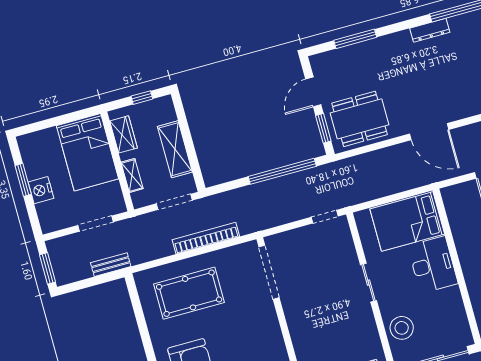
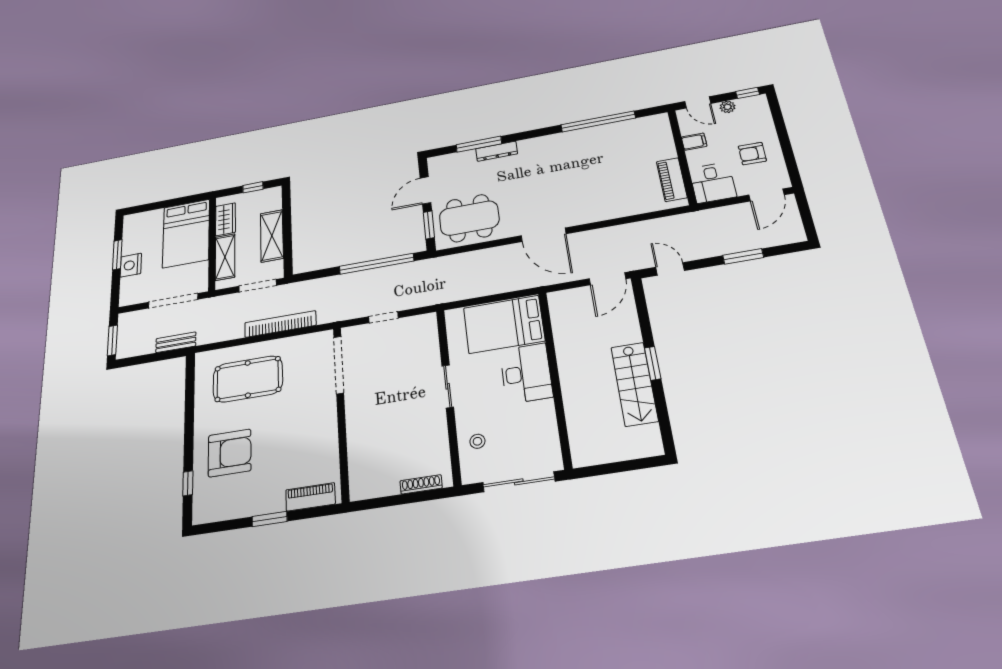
dresser: (430, 30) -> (497, 151), moved
shelving: (132, 175) -> (225, 257), width x1.50, depth x1.33
doorway: (325, 217) -> (383, 317), moved
doorway: (95, 224) -> (173, 301), width x1.36
stool: (402, 328) -> (477, 441), width x0.53, depth x0.53

